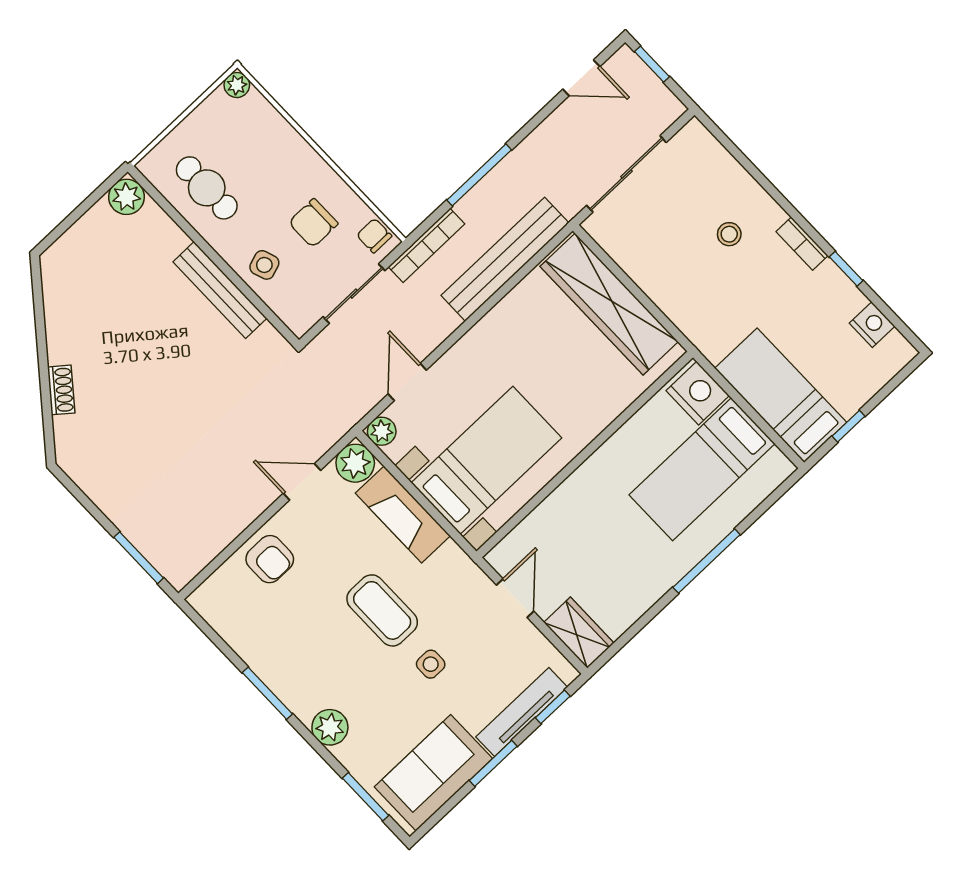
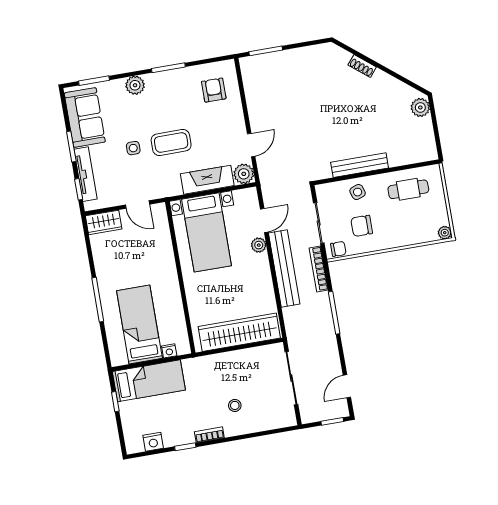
plant: (126, 197) -> (420, 107), moved
chair: (313, 223) -> (362, 226), turned -90
bench: (505, 259) -> (284, 268), moved
door: (407, 382) -> (264, 221), hinge flipped
nightstand: (698, 393) -> (169, 351), width x0.53, depth x0.56
plant: (382, 431) -> (259, 245), moved
armchair: (270, 559) -> (214, 90), moved, turned 90

